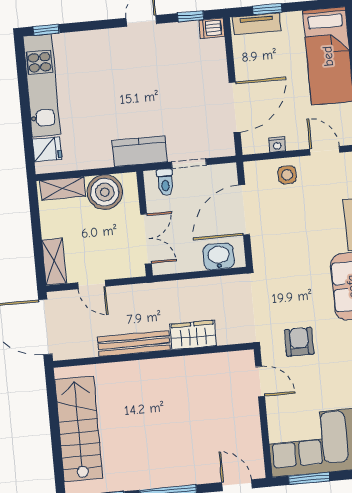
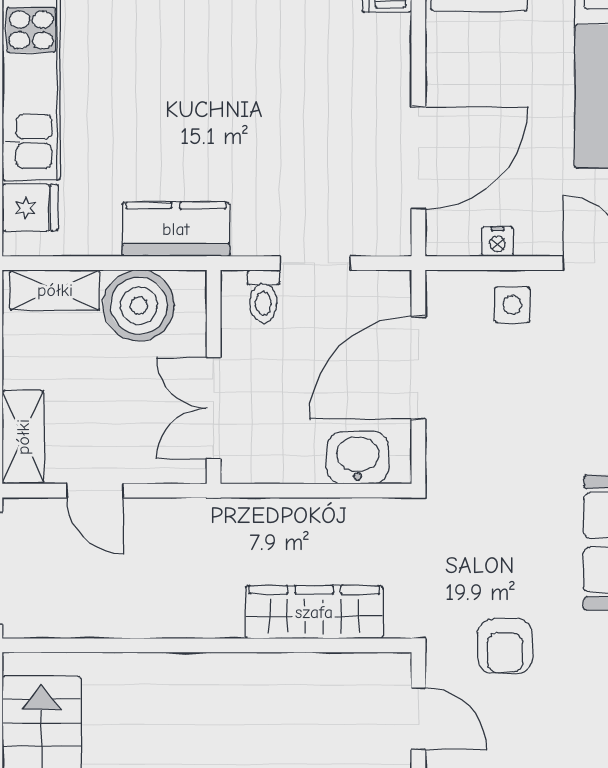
kitchen counter: (140, 151) -> (176, 229), moved
double door: (146, 239) -> (214, 408), swing flipped
wardrobe: (193, 335) -> (314, 612), width x1.50
armchair: (299, 342) -> (505, 646), turned 180
bench: (134, 343) -> (169, 618), removed

